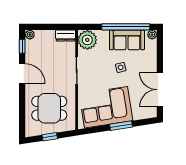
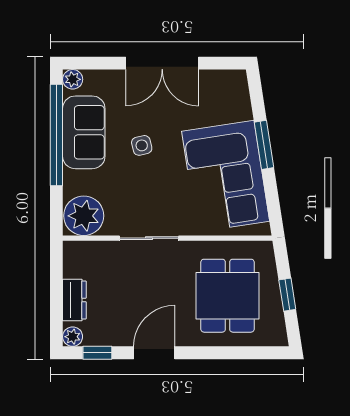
dresser: (66, 35) -> (74, 300), moved
double door: (160, 90) -> (162, 63), moved

